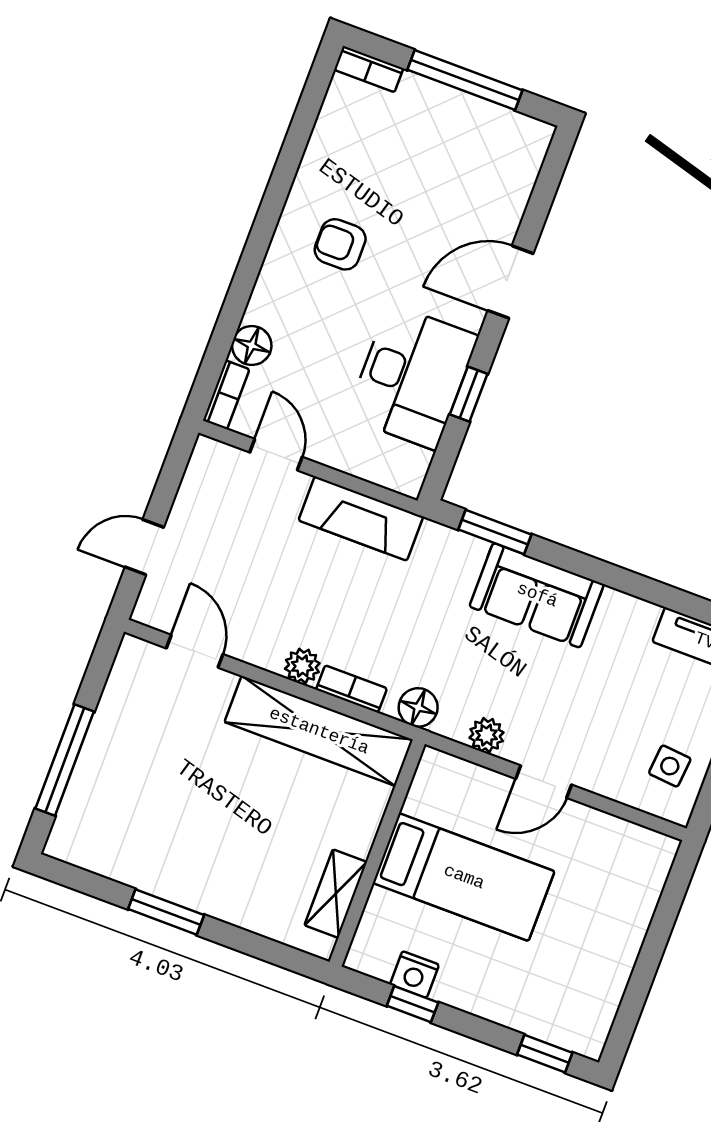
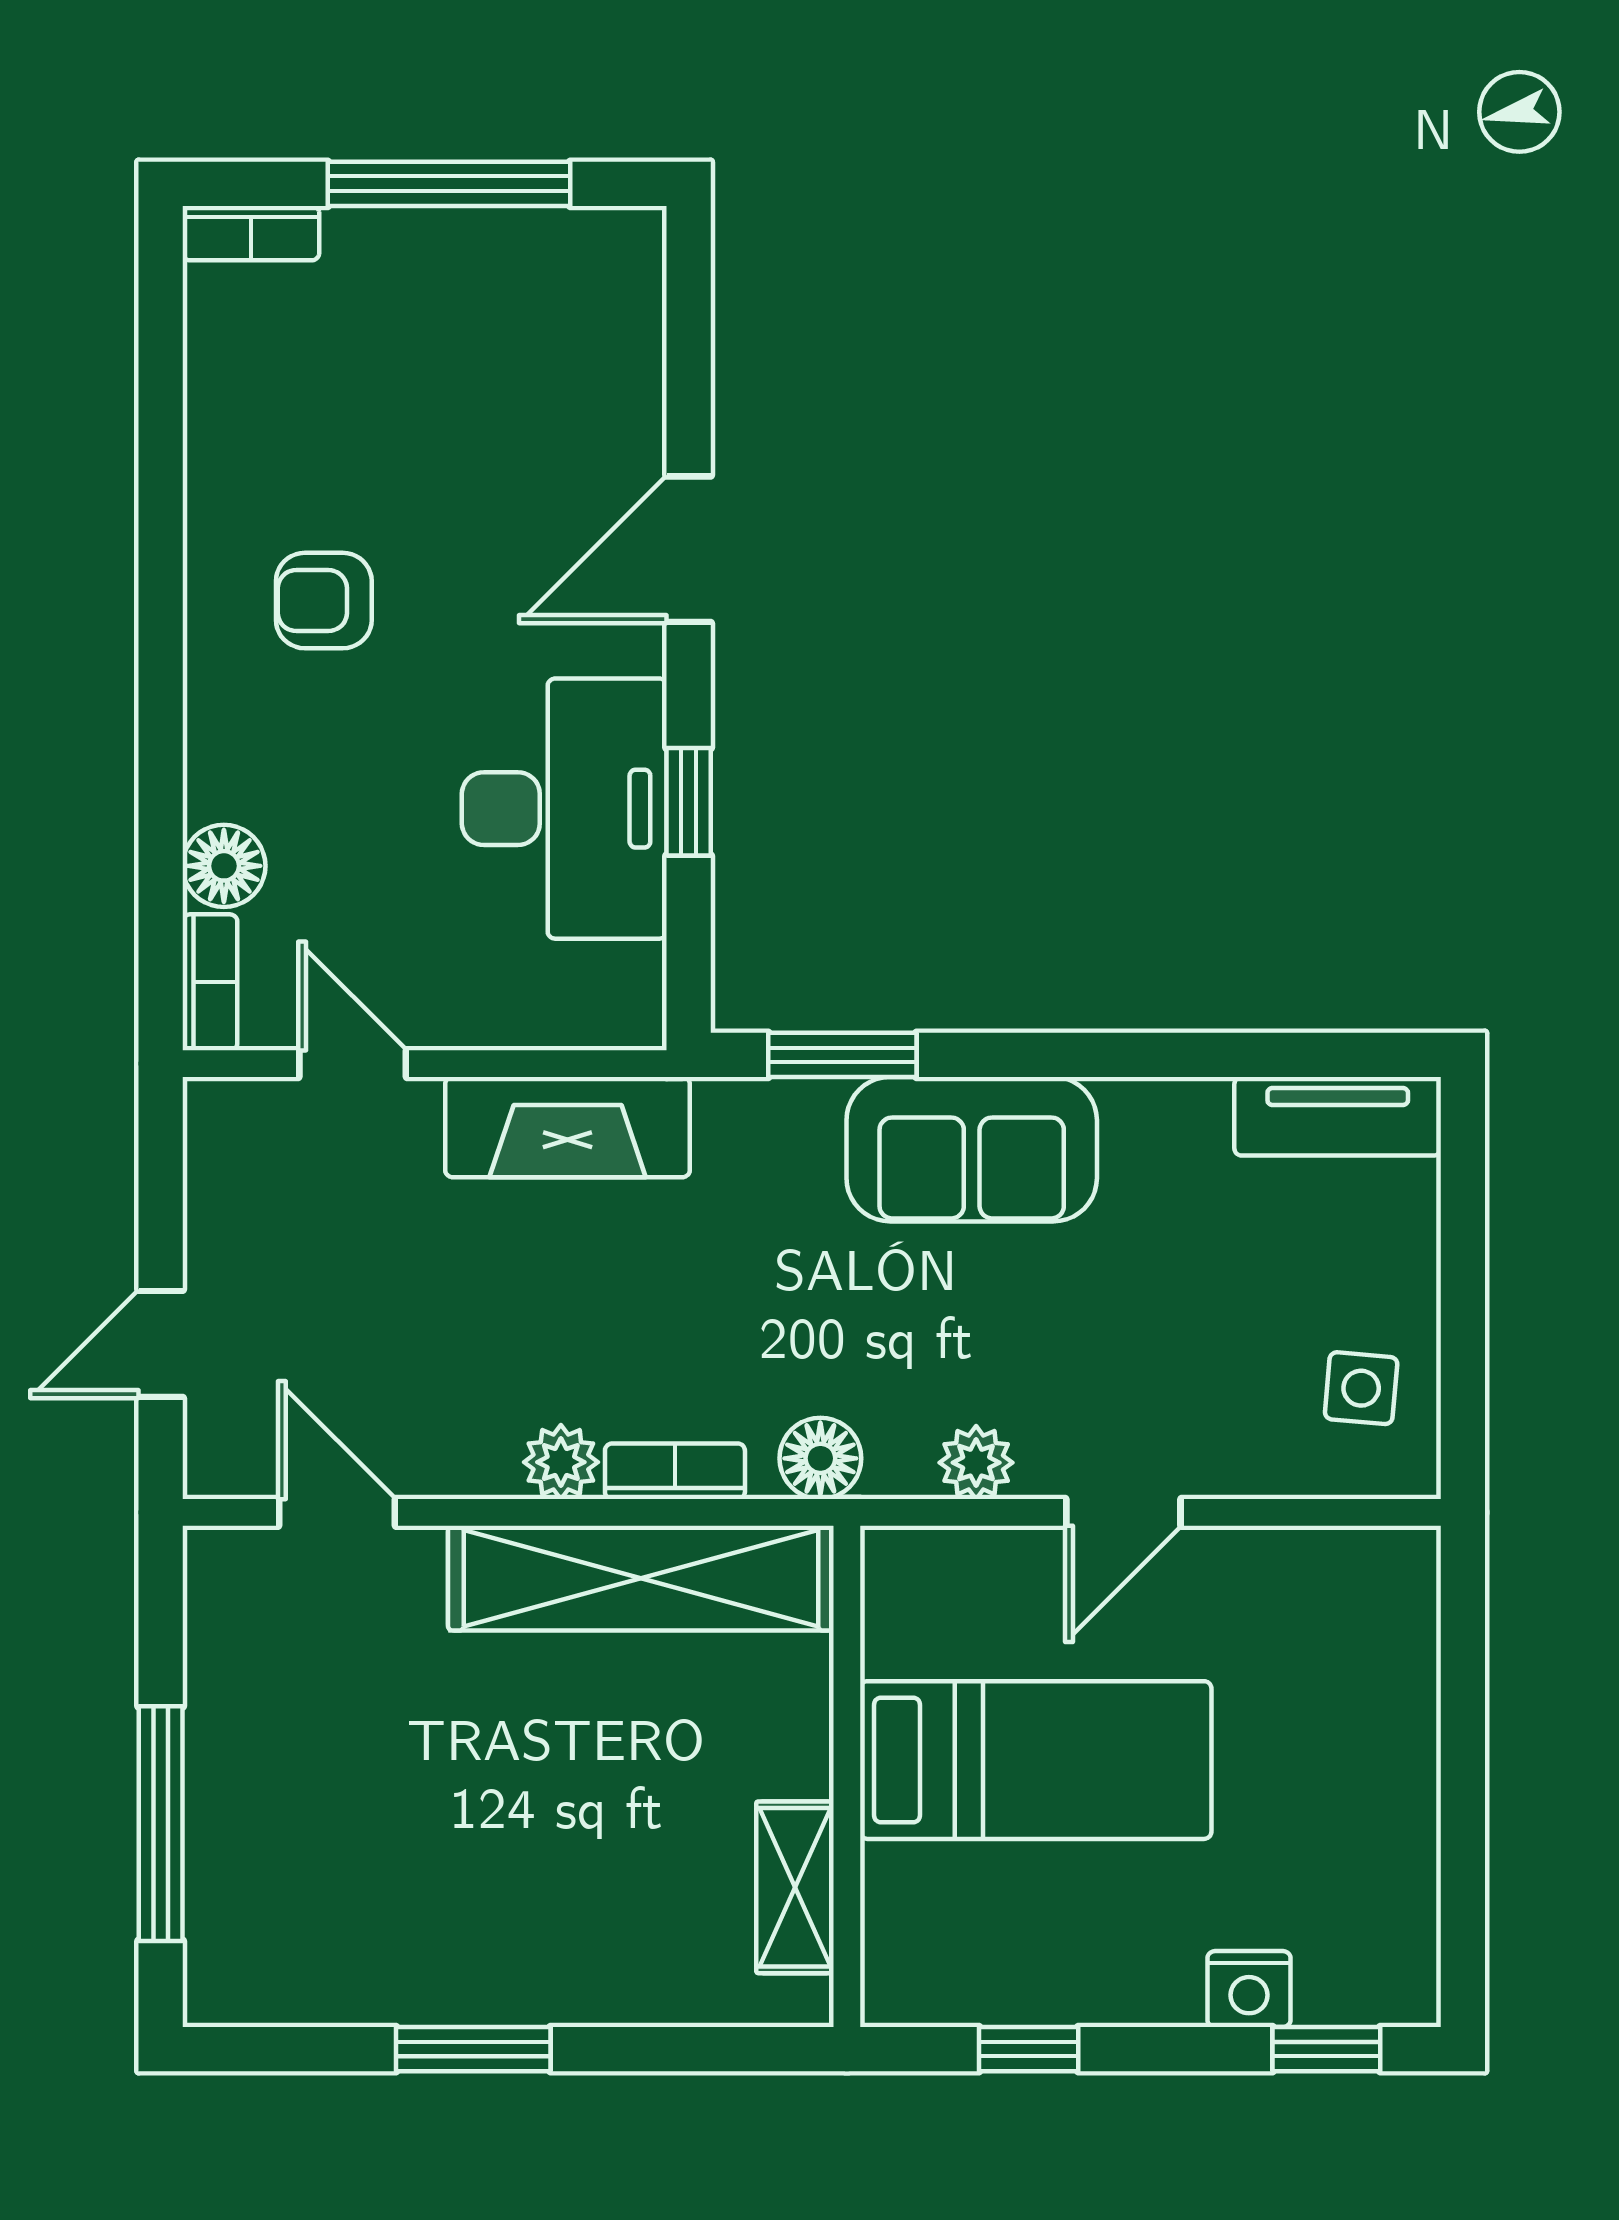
nightstand: (414, 975) -> (1249, 1989), moved

